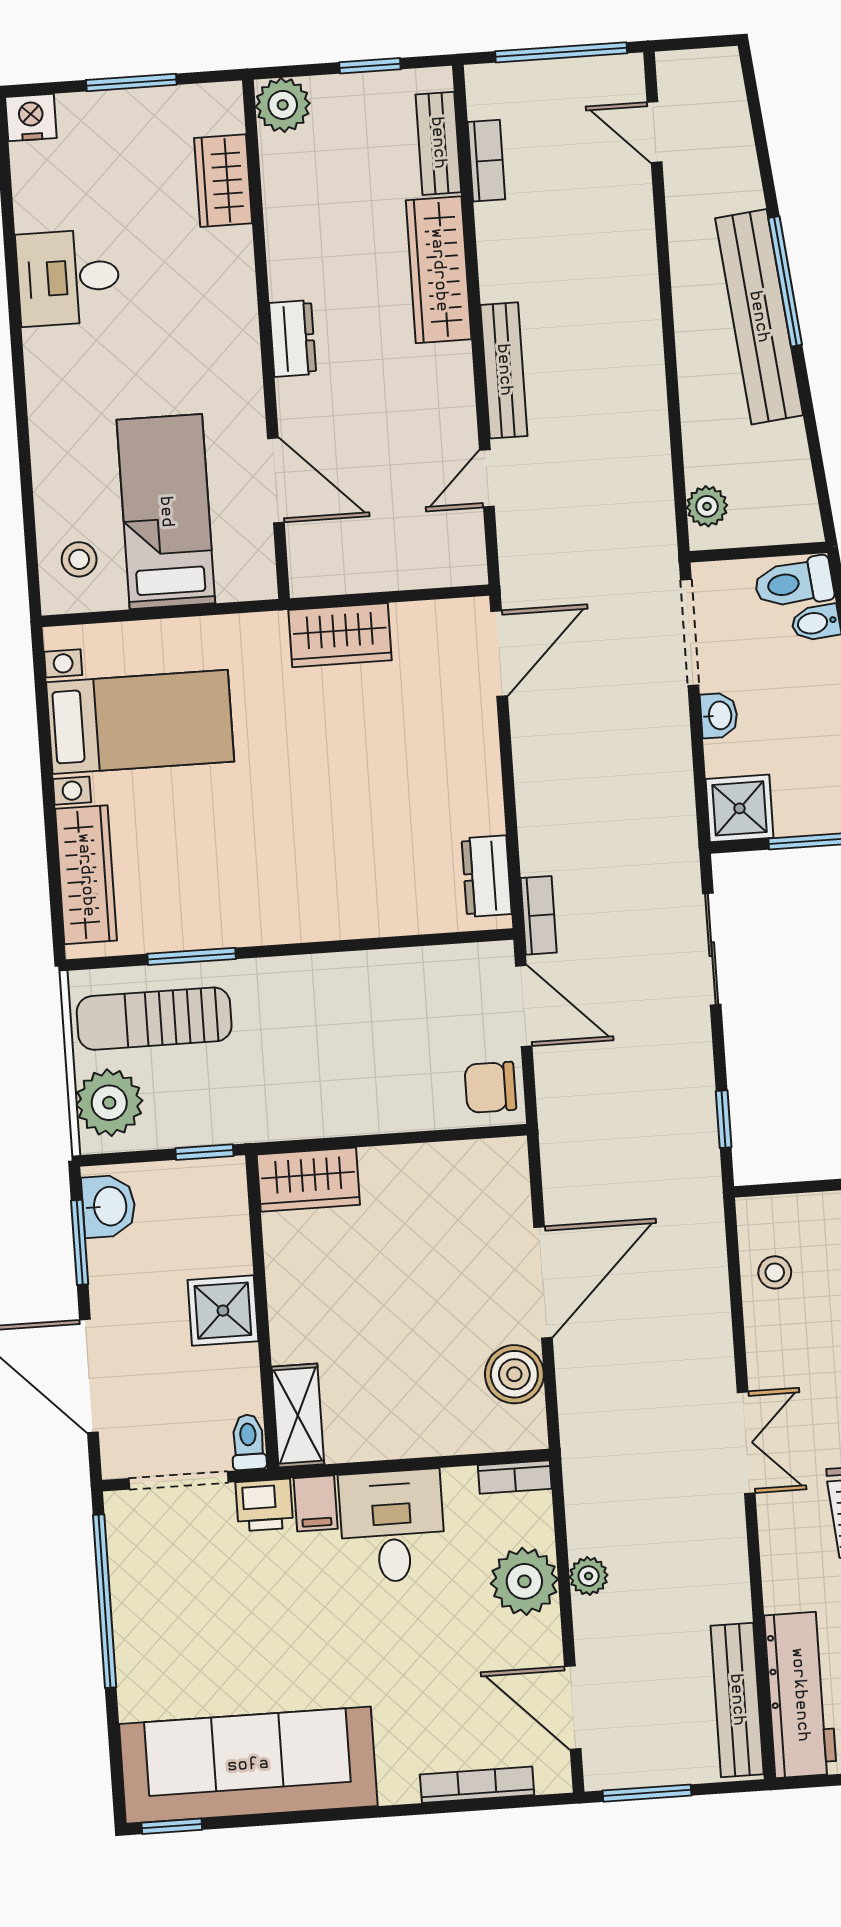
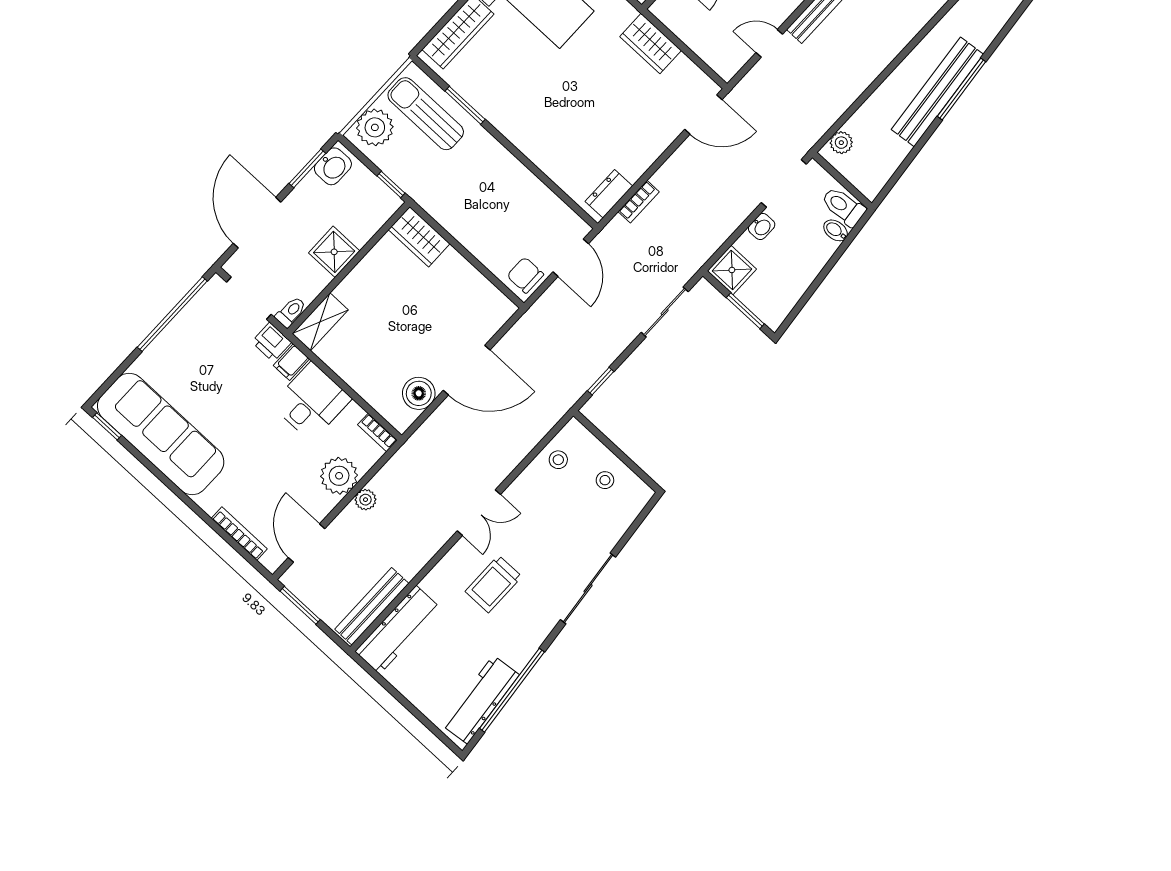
bookcase: (539, 915) -> (639, 202), moved

